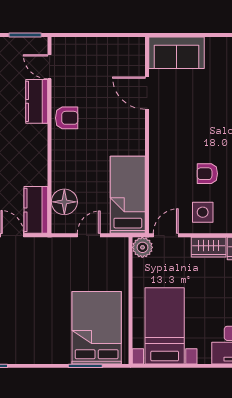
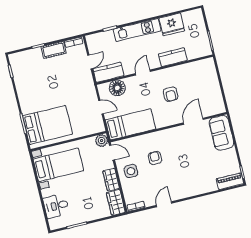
door: (50, 67) -> (143, 72), moved
armchair: (67, 118) -> (171, 94), moved
armchair: (207, 174) -> (155, 158), moved

